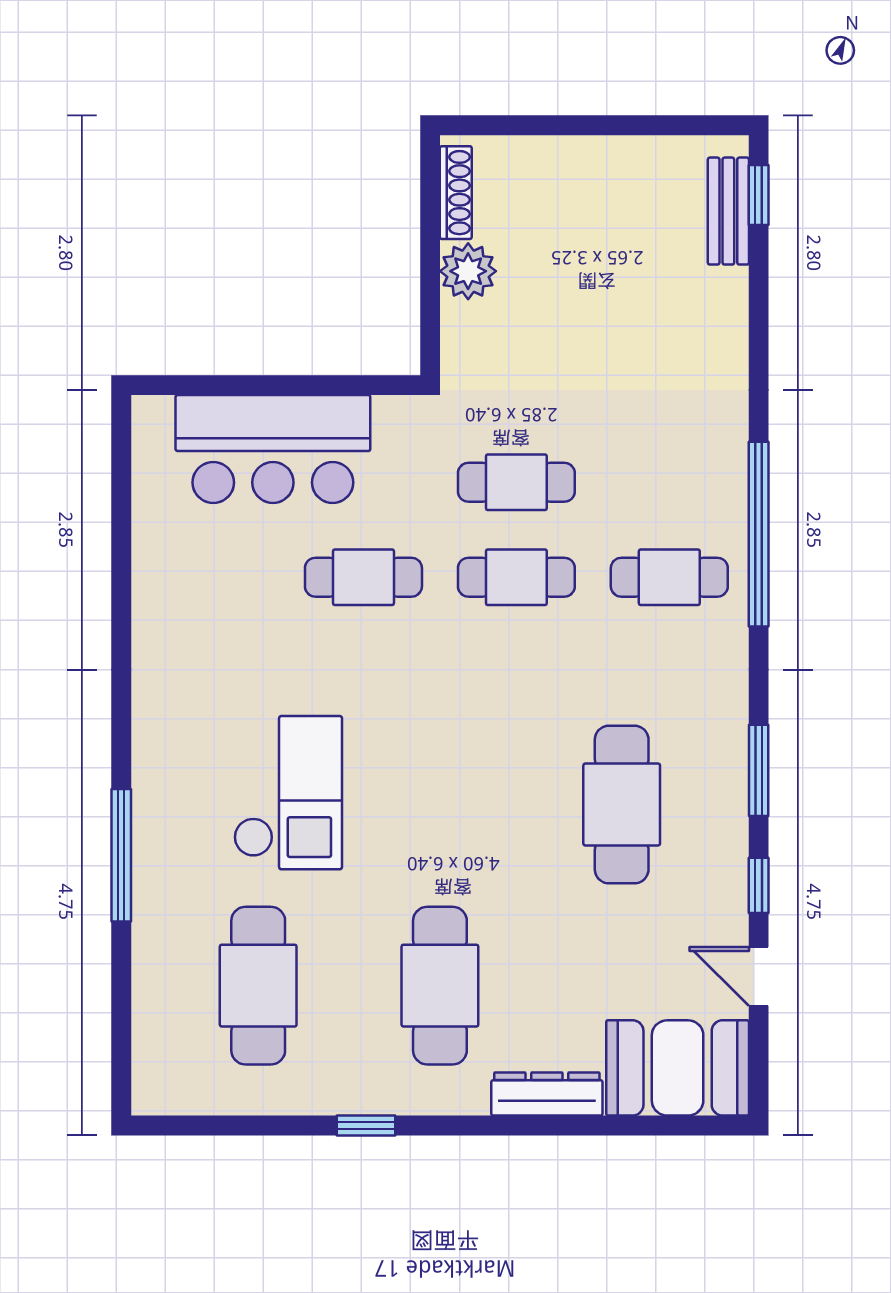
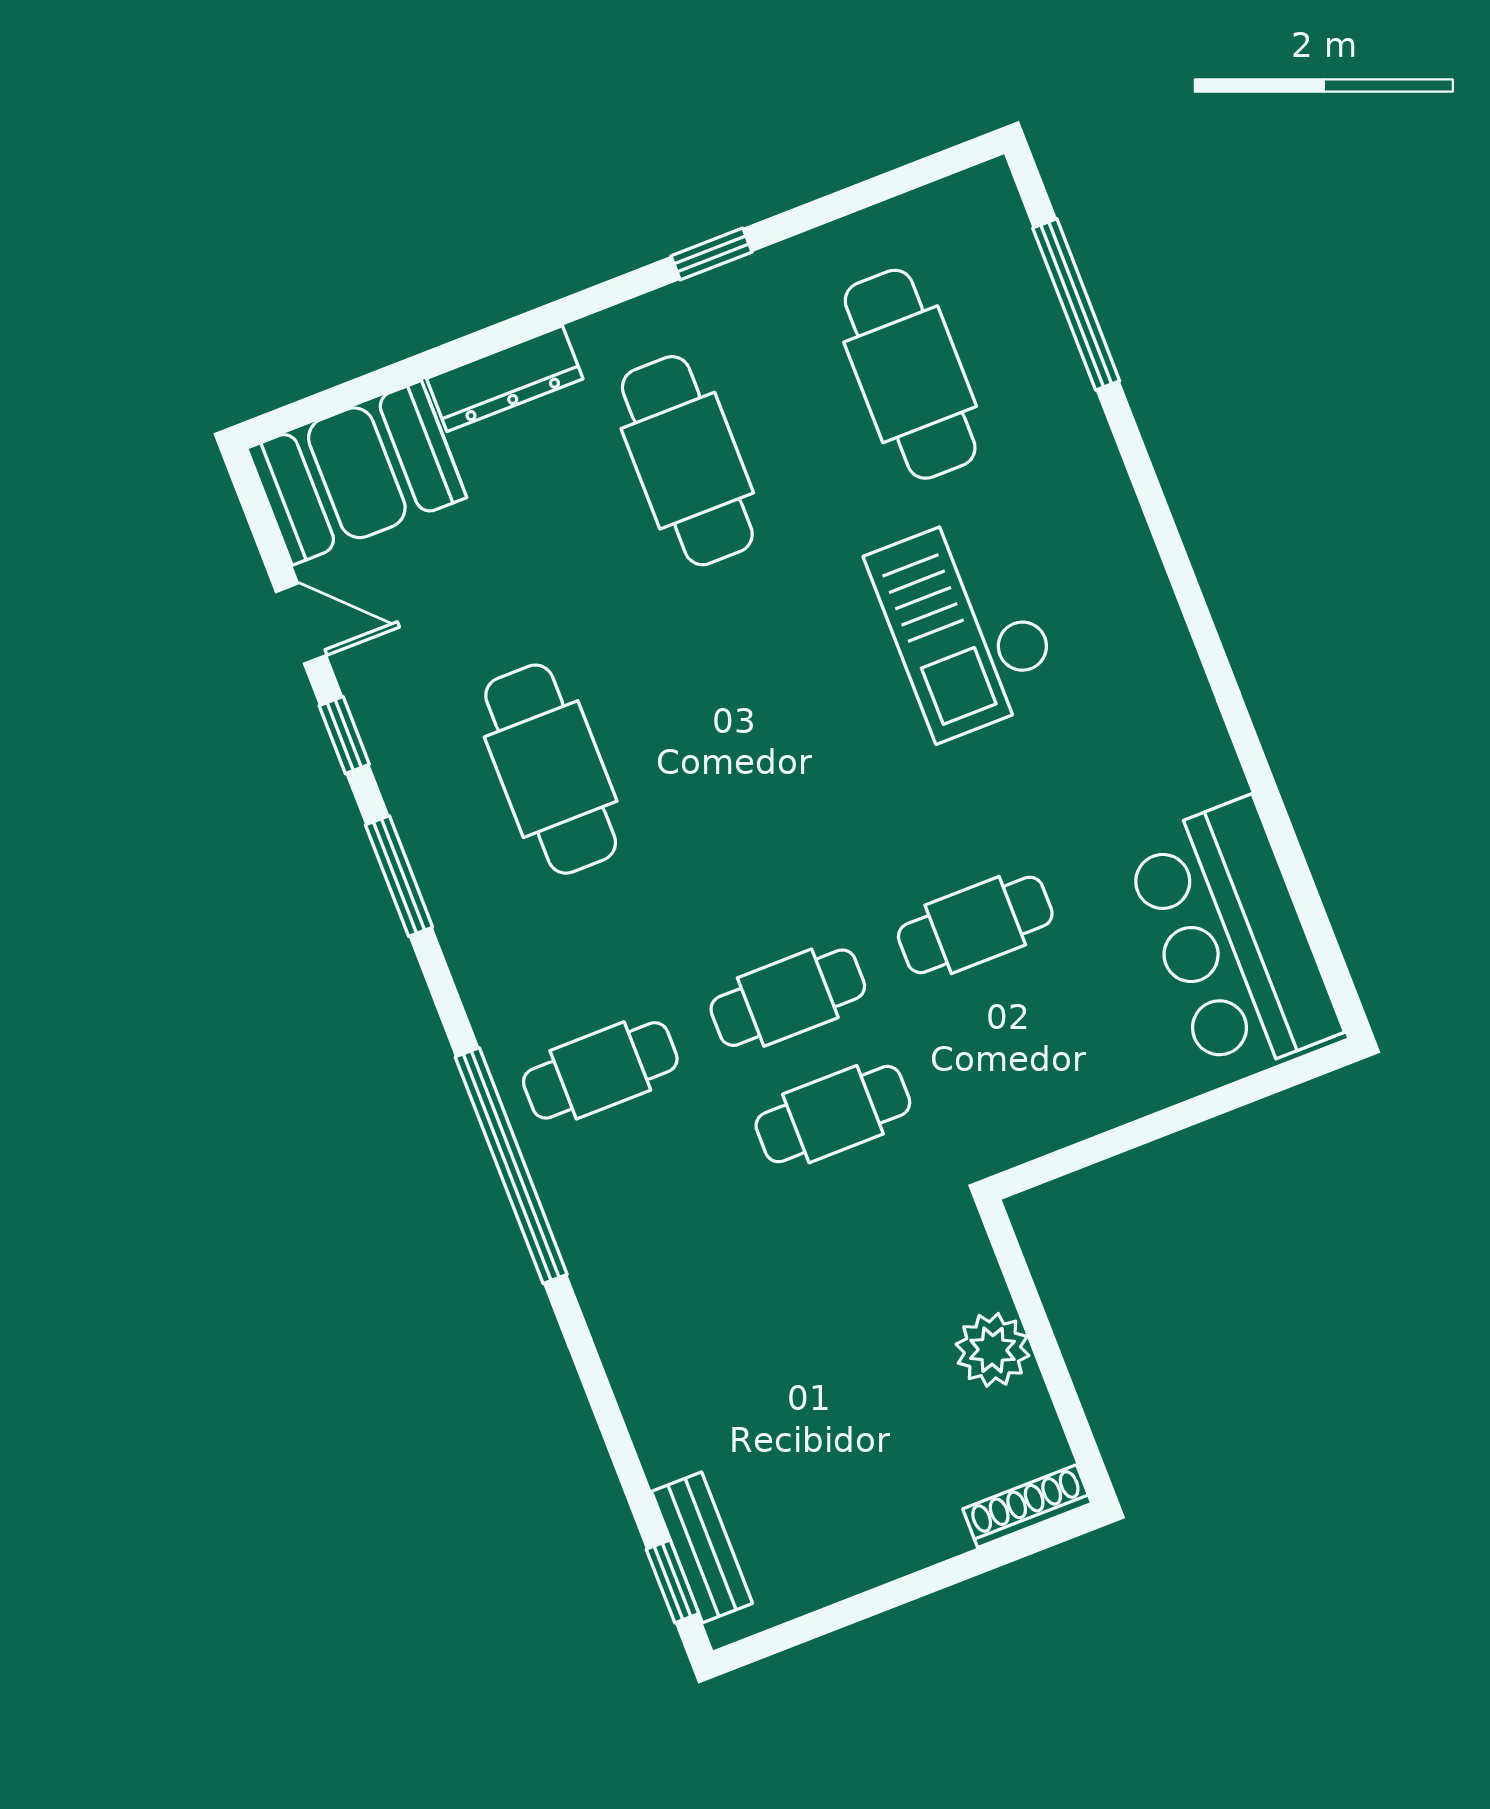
shoe rack: (456, 193) -> (1027, 1506), moved, turned 90
bar counter: (273, 449) -> (1232, 939), moved, turned -90
window: (121, 855) -> (1076, 304), moved

